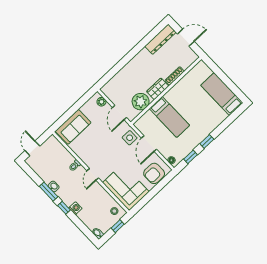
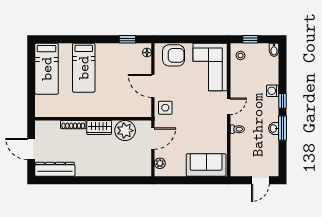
bed: (169, 117) -> (84, 68), moved, turned 180
window: (207, 141) -> (100, 39), removed
door: (149, 144) -> (153, 86), swing flipped

